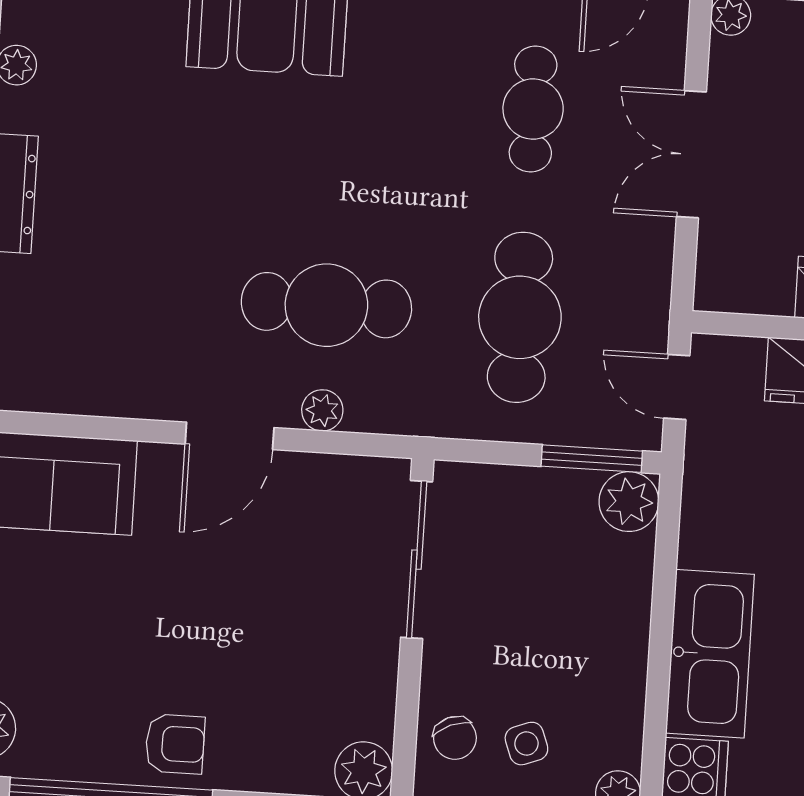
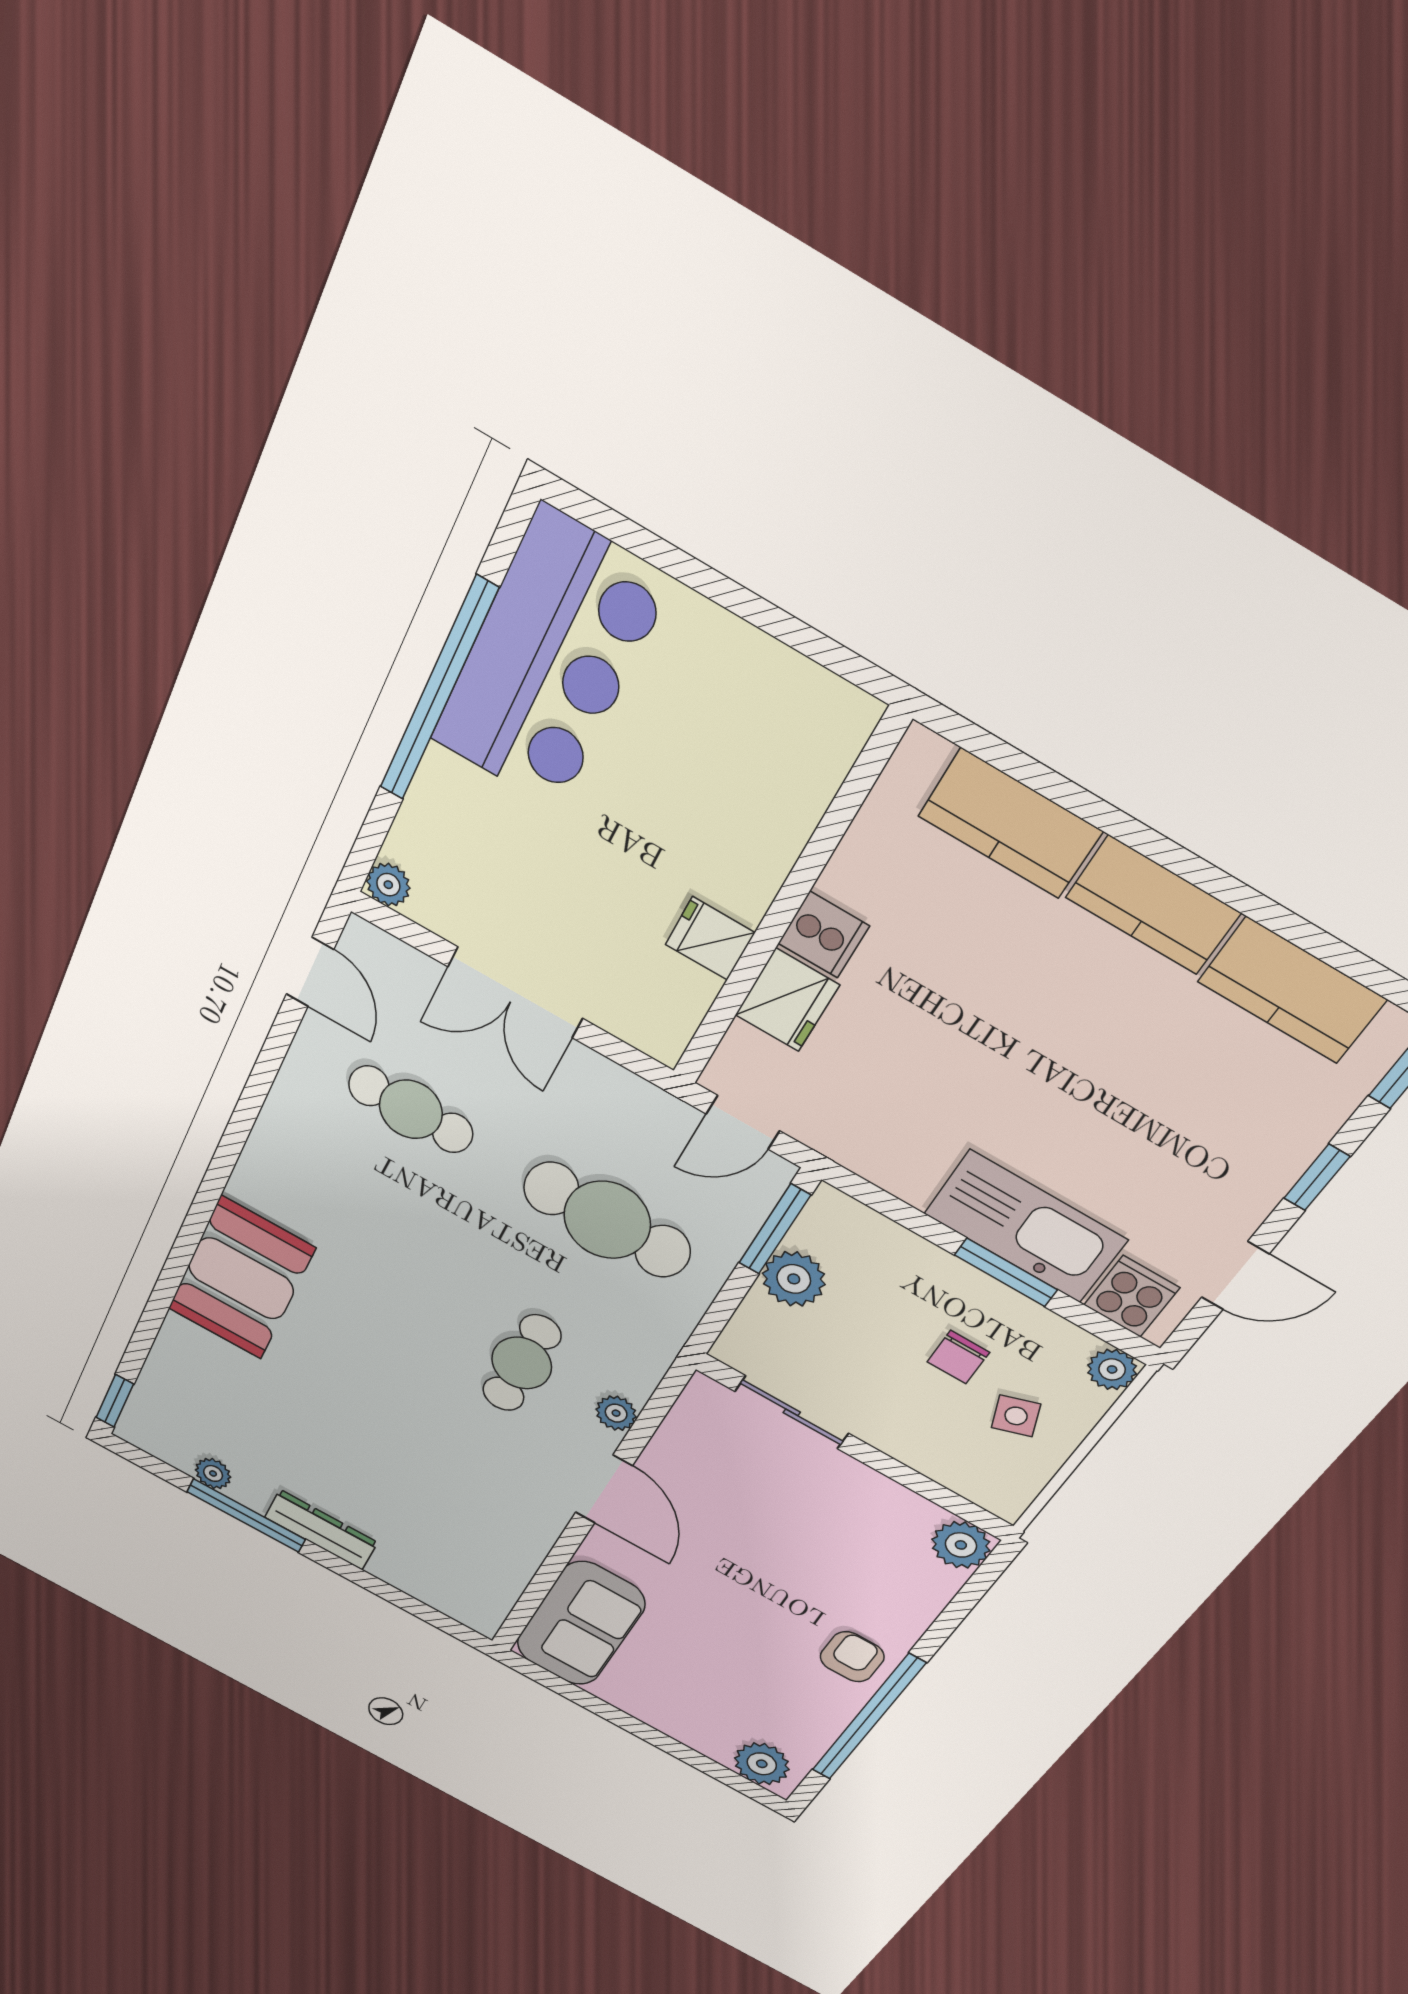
cafe table: (326, 305) -> (522, 1363), width x0.73, depth x0.74
plant: (629, 502) -> (794, 1279), moved
sliding door: (417, 560) -> (792, 1412), width x0.73
window: (659, 661) -> (1006, 1272), added
chair: (455, 738) -> (958, 1357), moved, turned 113

